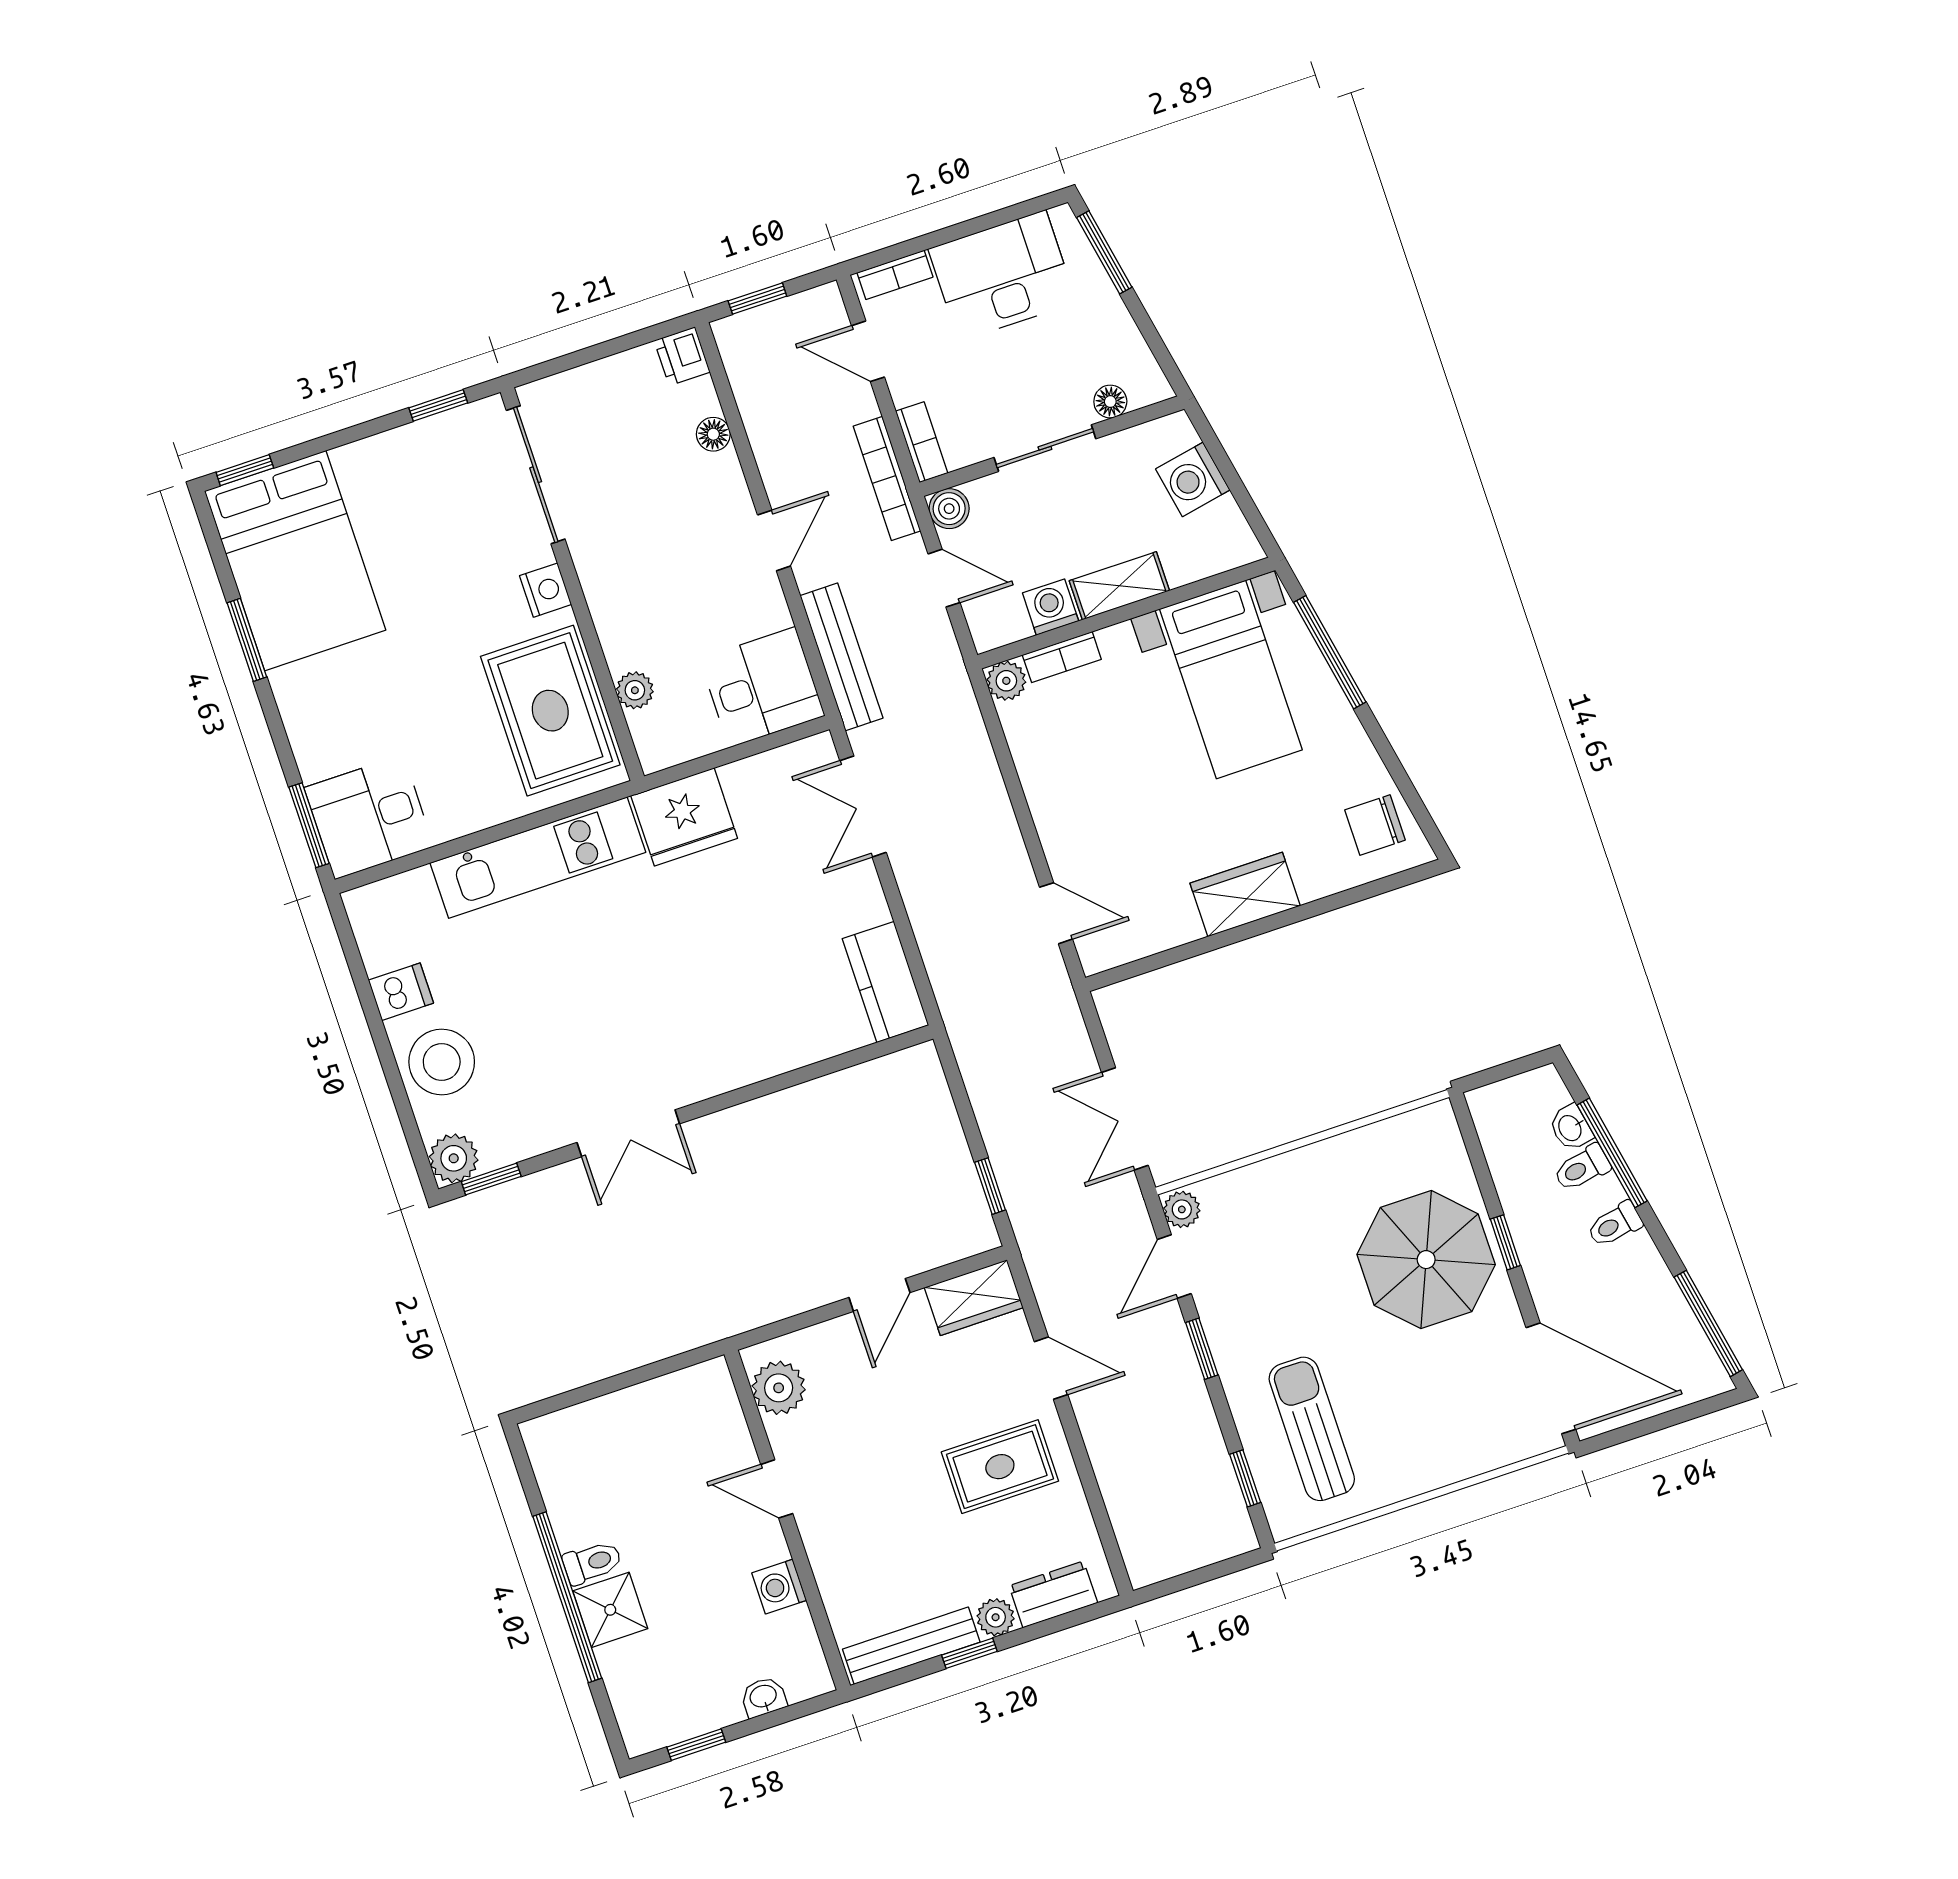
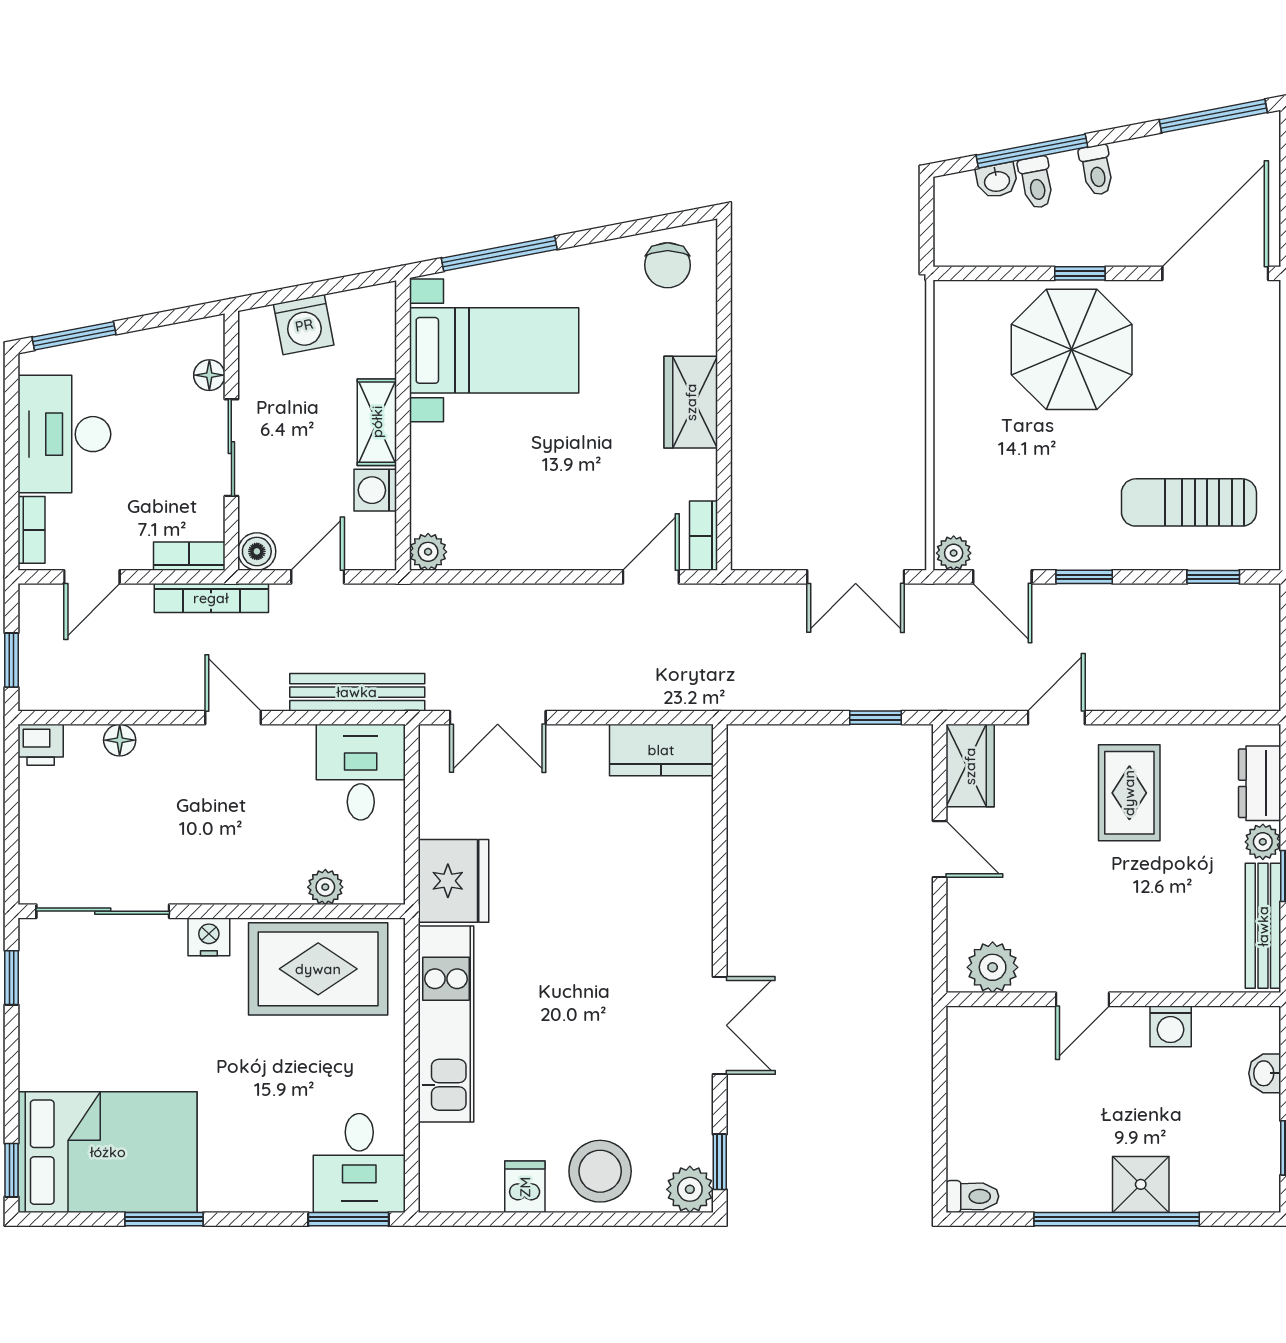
bookcase: (1062, 657) -> (704, 536), moved, turned 180
toilet: (592, 1562) -> (972, 1196), moved, turned 90

